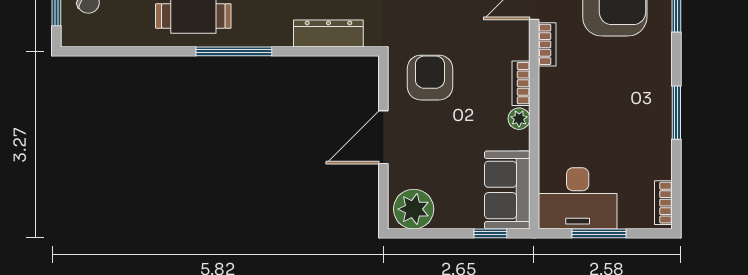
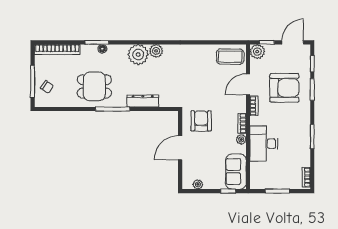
dresser: (328, 34) -> (143, 101), moved
desk: (578, 198) -> (264, 144), moved, turned 90
plant: (414, 209) -> (198, 184), width x0.53, depth x0.53

